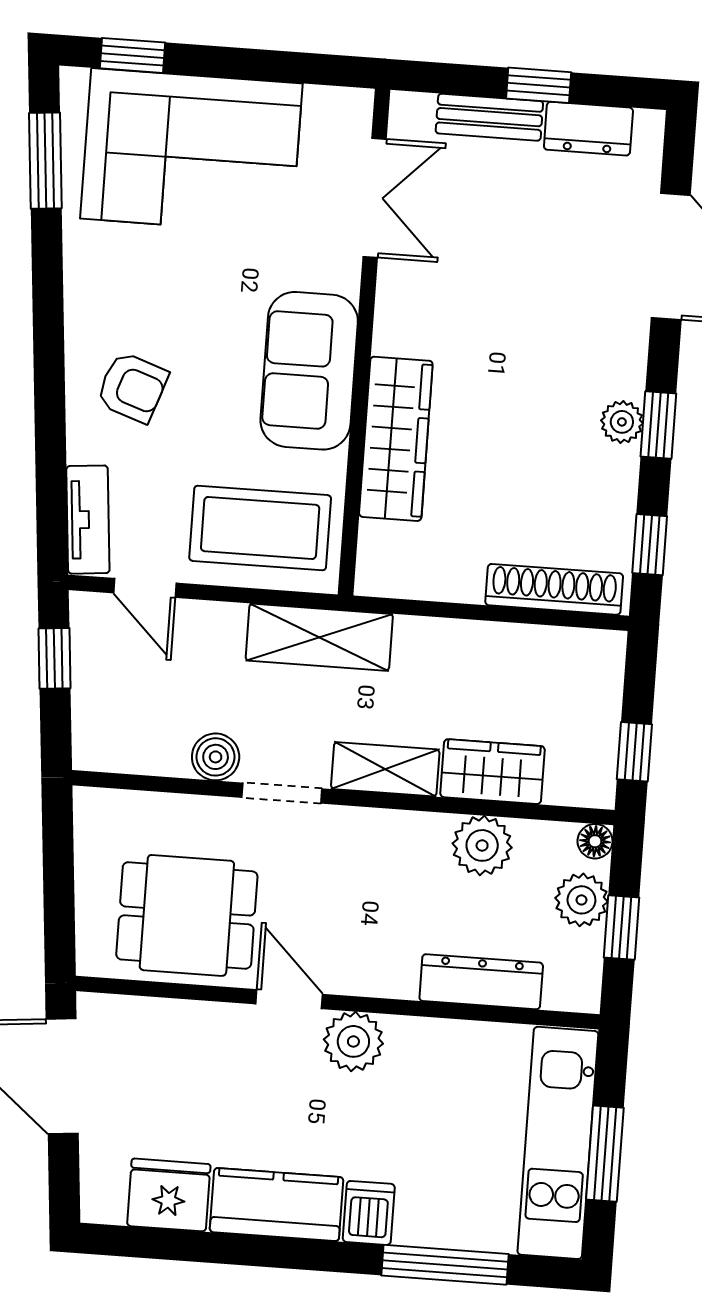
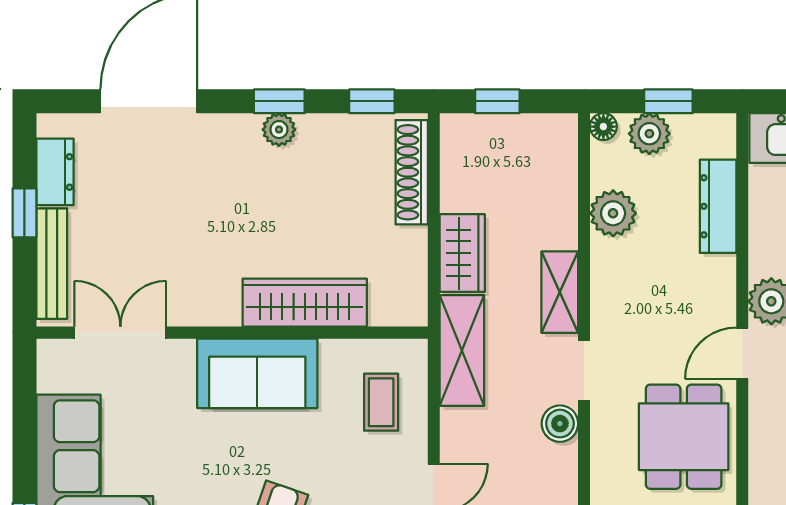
bench: (489, 117) -> (52, 264), width x1.36
coffee table: (260, 528) -> (381, 402), width x0.54, depth x0.58
window: (634, 752) -> (497, 101), moved
wardrobe: (493, 772) -> (462, 253), moved, turned 180

